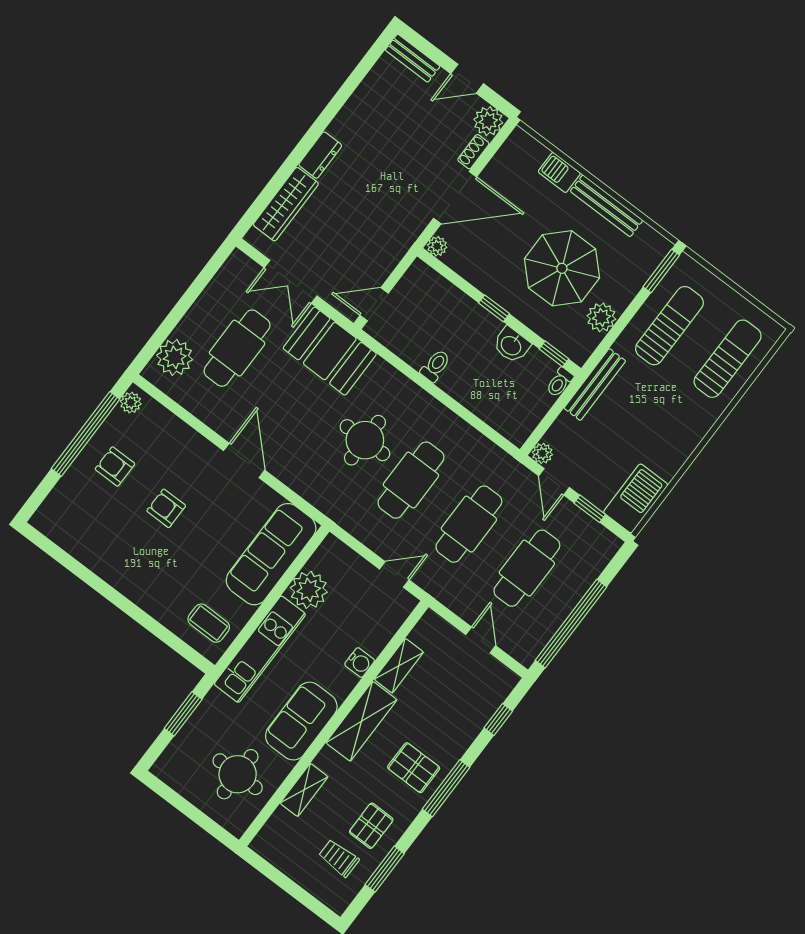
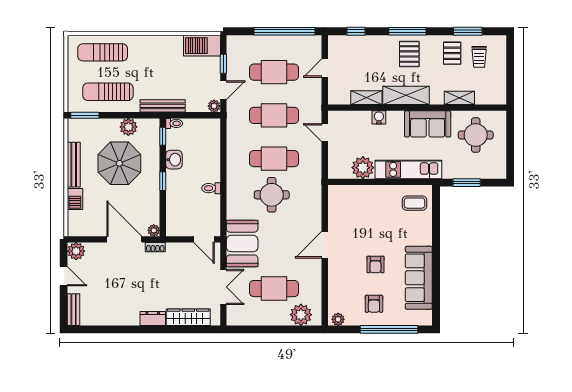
shoe rack: (473, 152) -> (155, 247), moved
window: (86, 434) -> (389, 329), moved
sofa: (271, 554) -> (419, 278), moved, turned 90
coffee table: (209, 623) -> (415, 203), turned 90
pallet: (371, 826) -> (452, 53), turned 90

